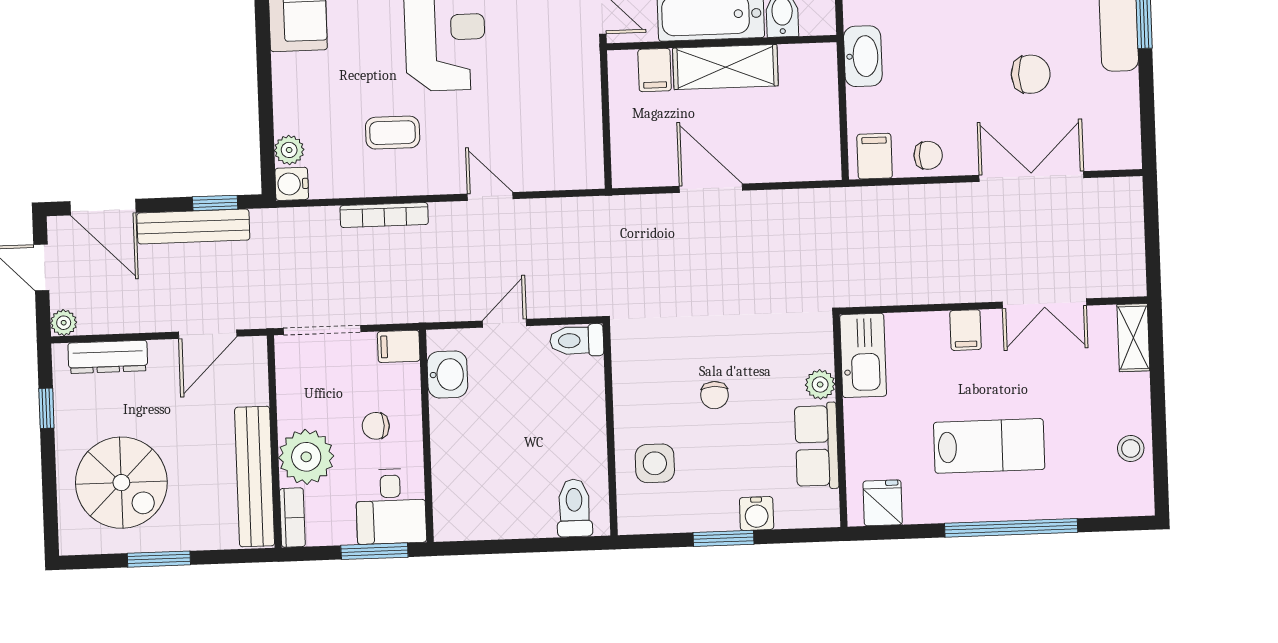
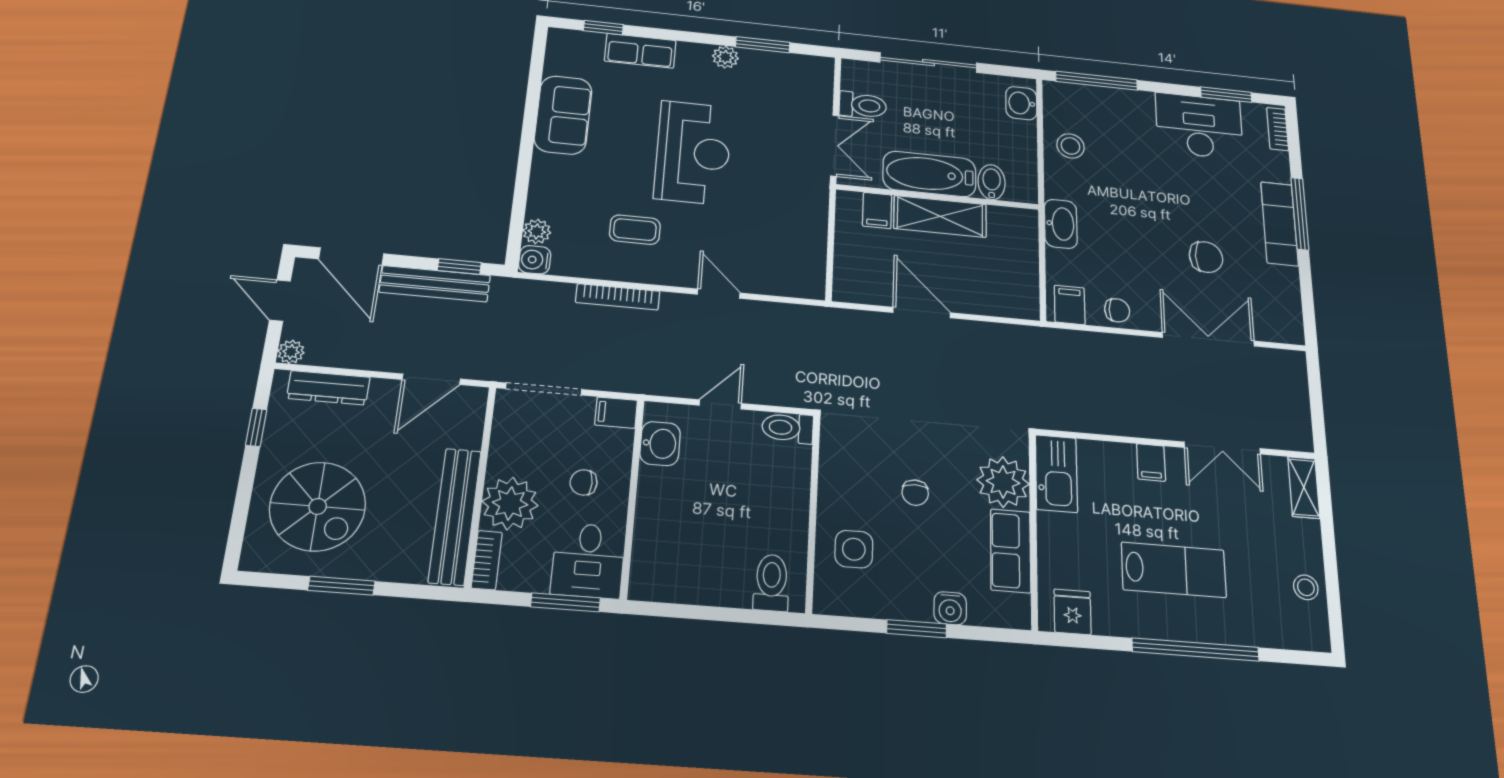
plant: (820, 384) -> (1003, 482), width x1.88, depth x1.88

